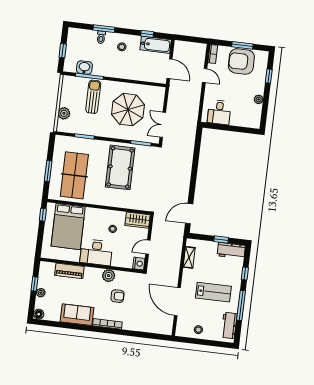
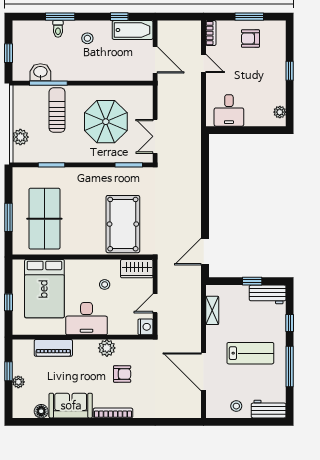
armchair: (241, 61) -> (250, 38), width x0.53, depth x0.53
window: (269, 76) -> (290, 71), moved
plant: (259, 99) -> (280, 112), moved
pool table: (120, 167) -> (123, 224), moved
window: (43, 215) -> (9, 302), moved
floor lamp: (39, 314) -> (41, 411), moved
workbench: (229, 325) -> (269, 409), moved, turned 90

